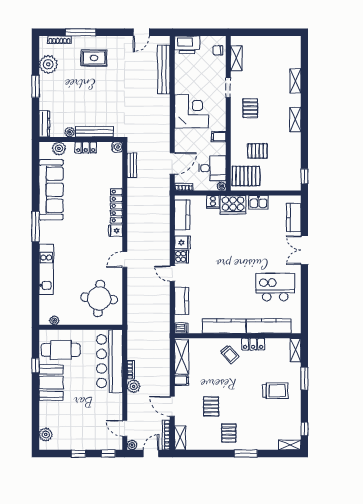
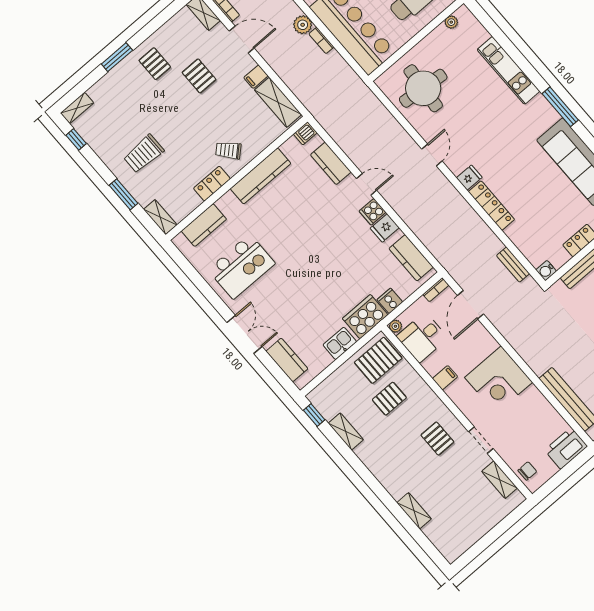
shelving: (295, 120) -> (346, 432), moved
kitchen counter: (269, 326) -> (204, 225), width x0.67

